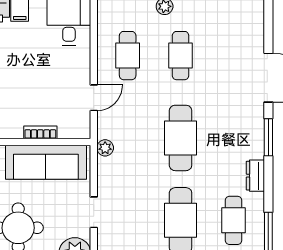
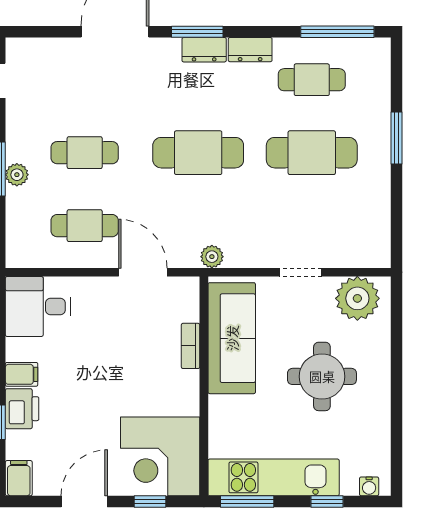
door: (94, 98) -> (143, 272), width x1.38
dresser: (255, 142) -> (204, 50), added

